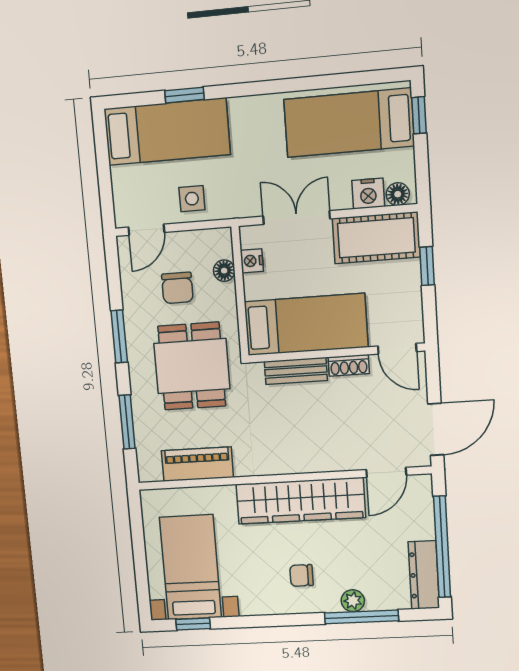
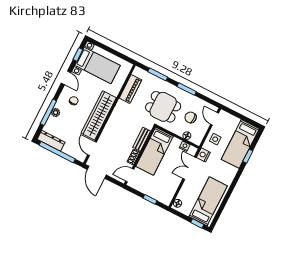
nightstand: (368, 194) -> (203, 155), moved
double door: (297, 218) -> (189, 168), swing flipped
cot: (376, 238) -> (168, 189), removed
door: (261, 621) -> (66, 78), added

